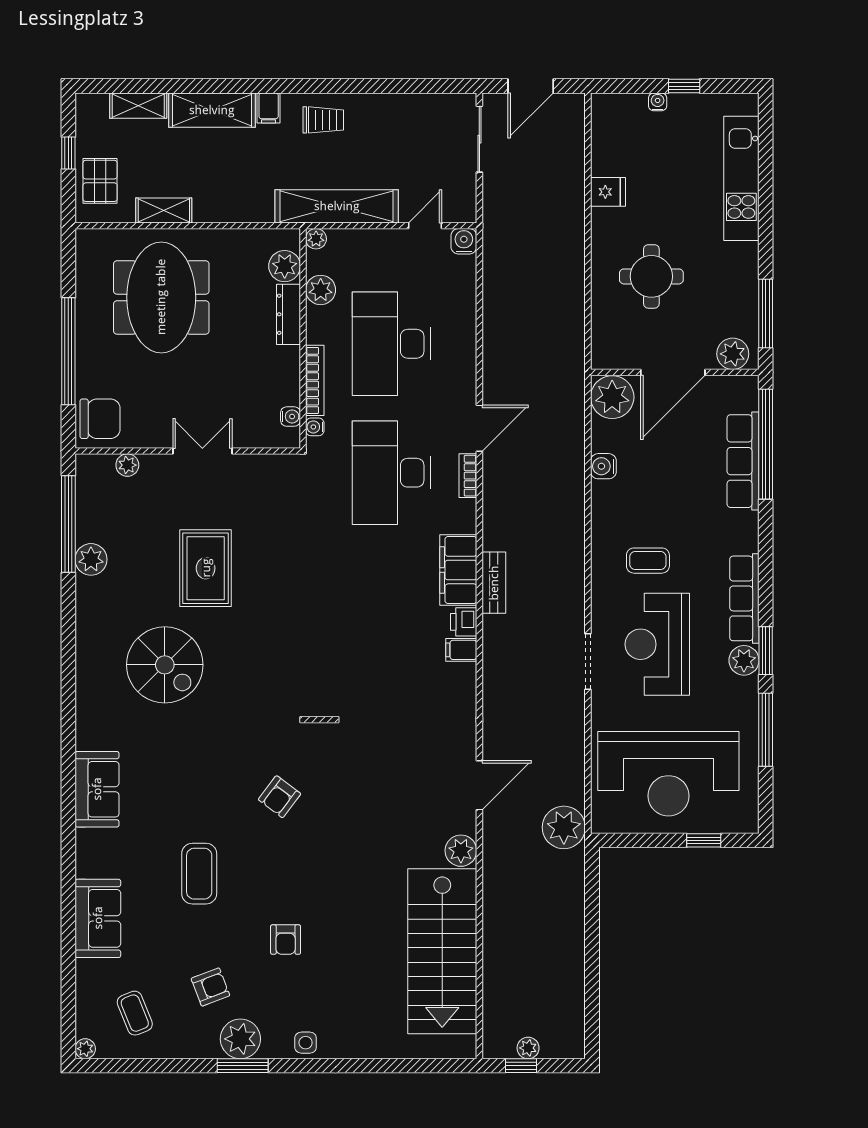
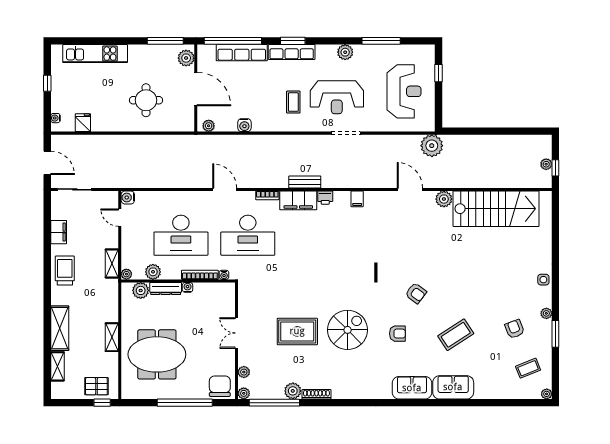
water cooler: (658, 102) -> (55, 118), moved
filing cabinet: (269, 108) -> (59, 232), moved, width x2.00
trolley: (323, 120) -> (65, 270), width x1.36, depth x1.39
window: (68, 153) -> (102, 403), moved
fridge: (608, 192) -> (83, 123), moved
shelving: (337, 206) -> (112, 263), width x0.45, depth x0.75
shelving: (164, 211) -> (112, 337), moved
plant: (612, 397) -> (209, 126), width x0.53, depth x0.53
water cooler: (291, 417) -> (188, 287), moved
plant: (86, 465) -> (244, 393), added
bookcase: (468, 476) -> (267, 195), moved
row of seats: (744, 598) -> (292, 52), moved
shoe rack: (84, 605) -> (316, 394), added
filing cabinet: (461, 650) -> (357, 199), moved
window: (766, 651) -> (293, 41), moved
spiral stairs: (165, 665) -> (348, 330), moved
reception desk: (668, 774) -> (404, 91), width x0.74, depth x0.77
coffee table: (199, 874) -> (456, 335), turned -33
sofa: (98, 918) -> (453, 387), moved
armchair: (286, 940) -> (397, 334), moved
plant: (240, 1039) -> (546, 313), width x0.53, depth x0.53
window: (243, 1066) -> (555, 334), moved

